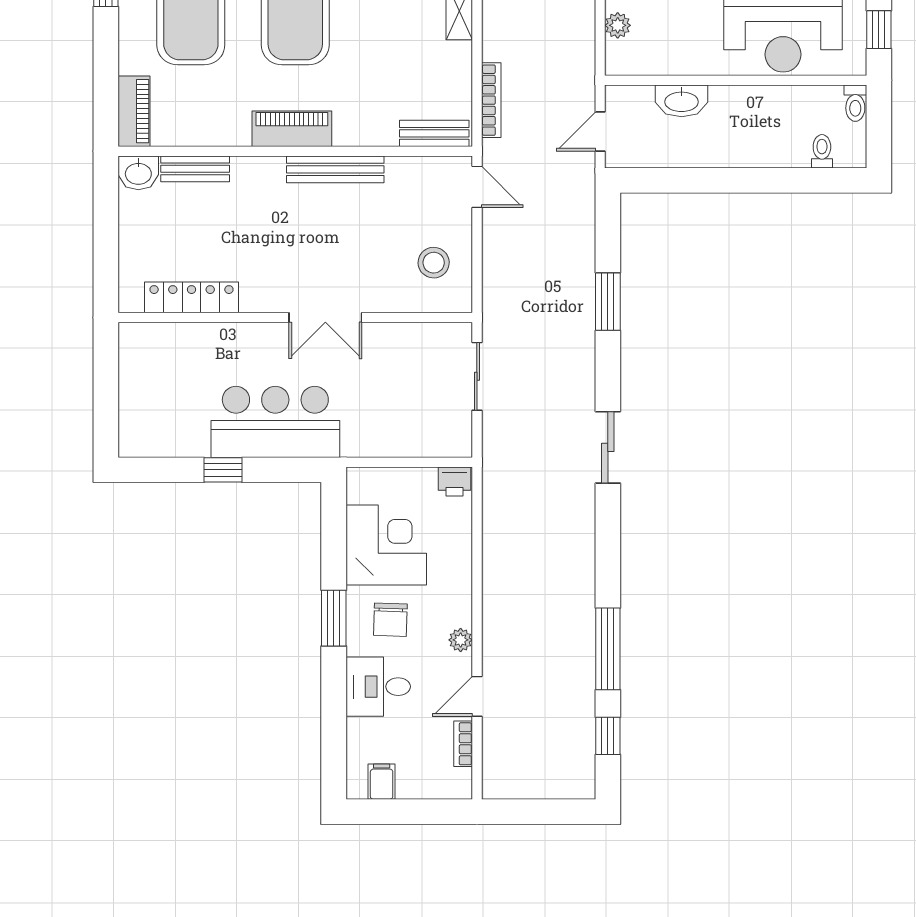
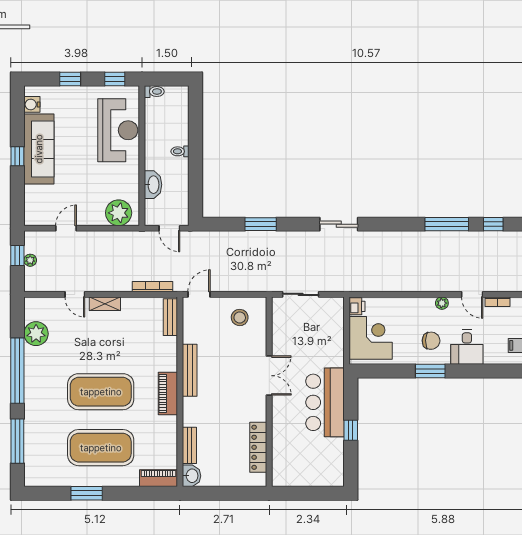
plant: (618, 25) -> (119, 213), width x1.88, depth x1.88
toilet: (822, 151) -> (180, 151), moved
corner desk: (386, 545) -> (371, 338), moved, turned 90

